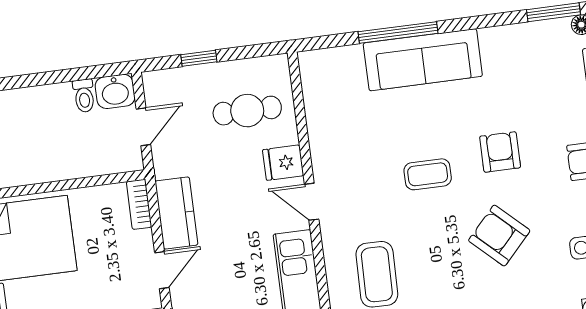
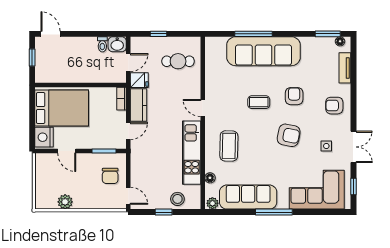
sofa: (423, 60) -> (264, 51), width x1.36, depth x1.27
fridge: (283, 163) -> (139, 80), moved, turned 180
armchair: (499, 236) -> (289, 135), turned 148

